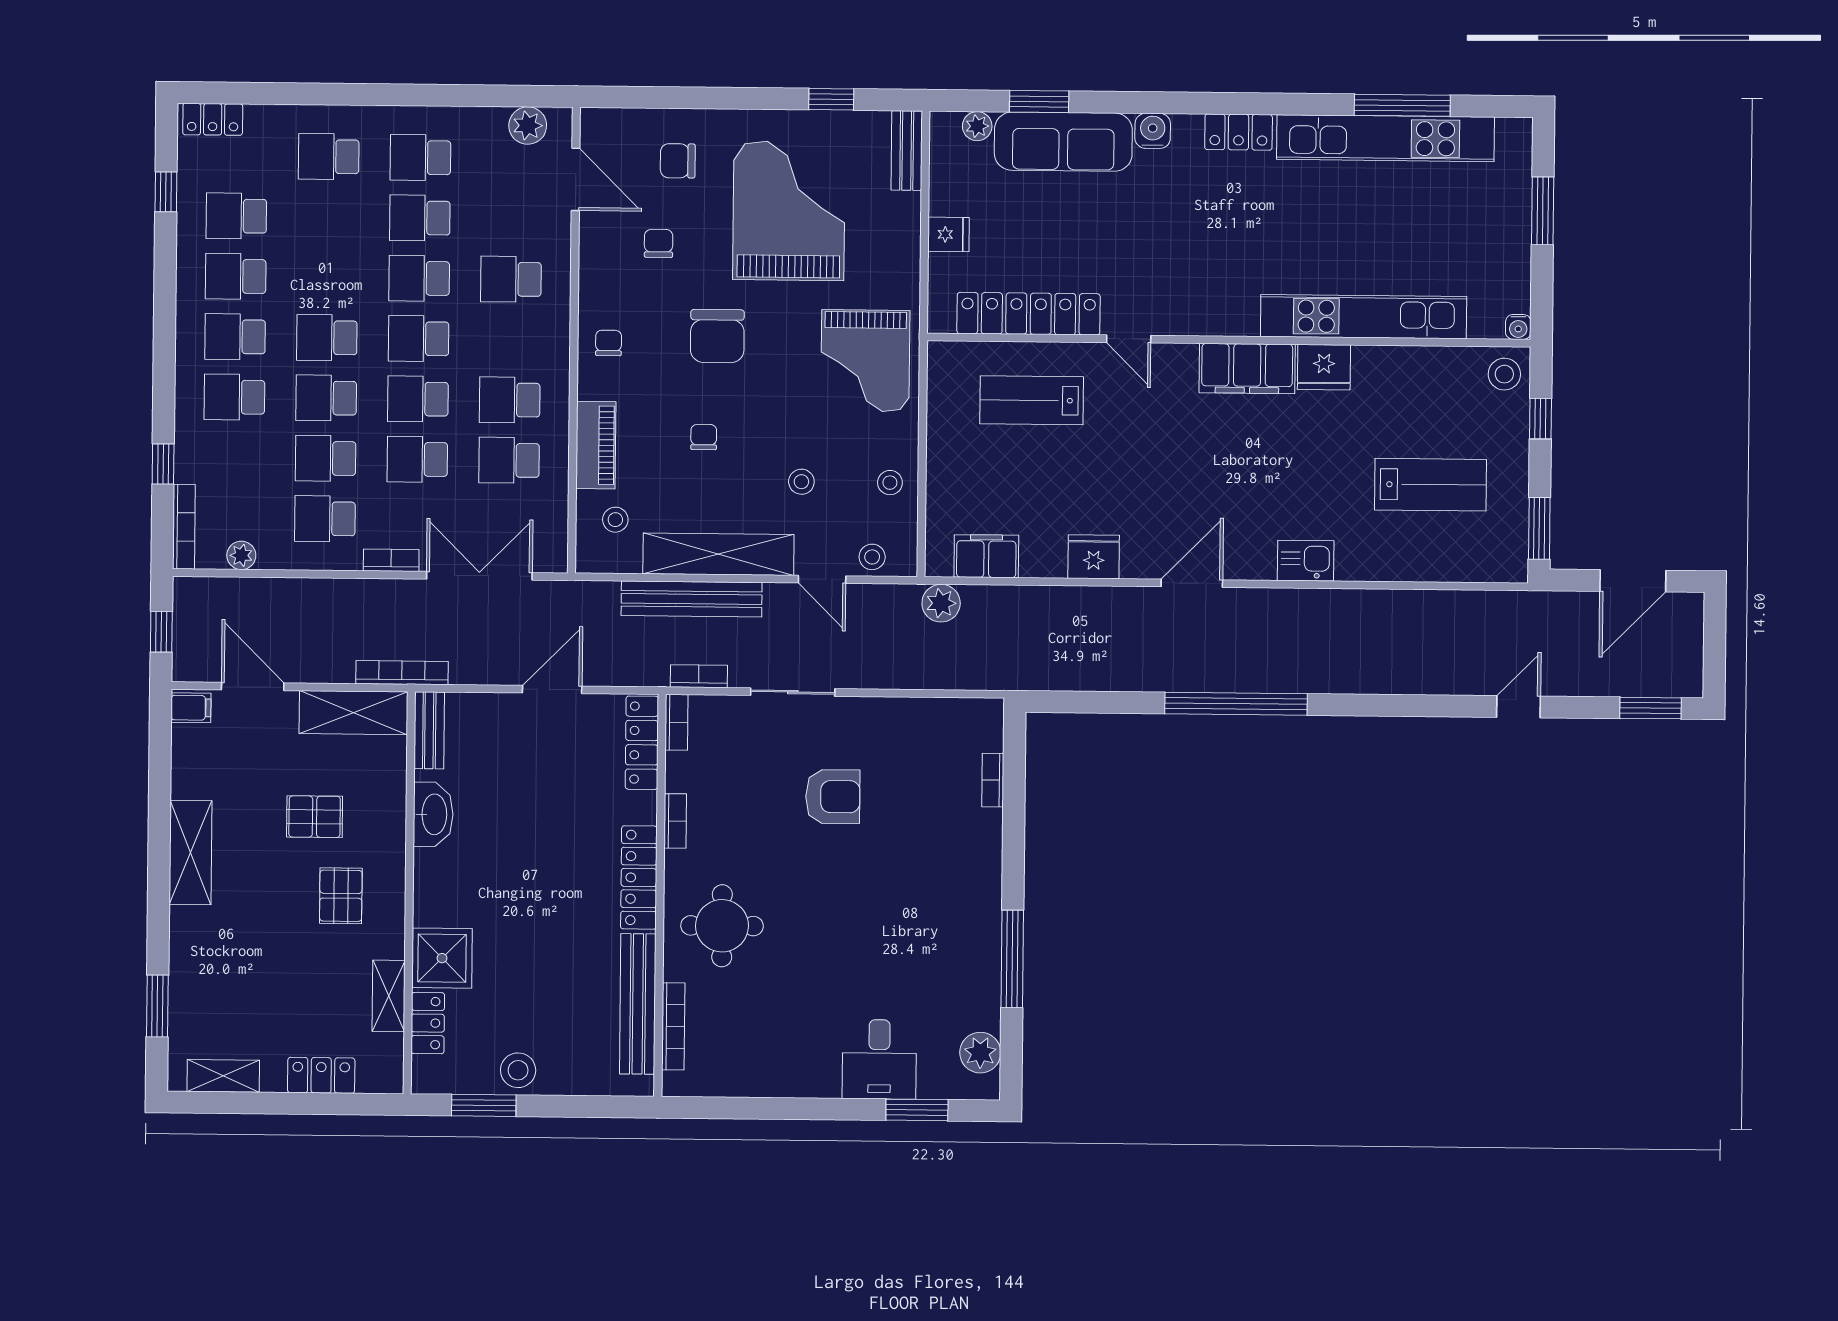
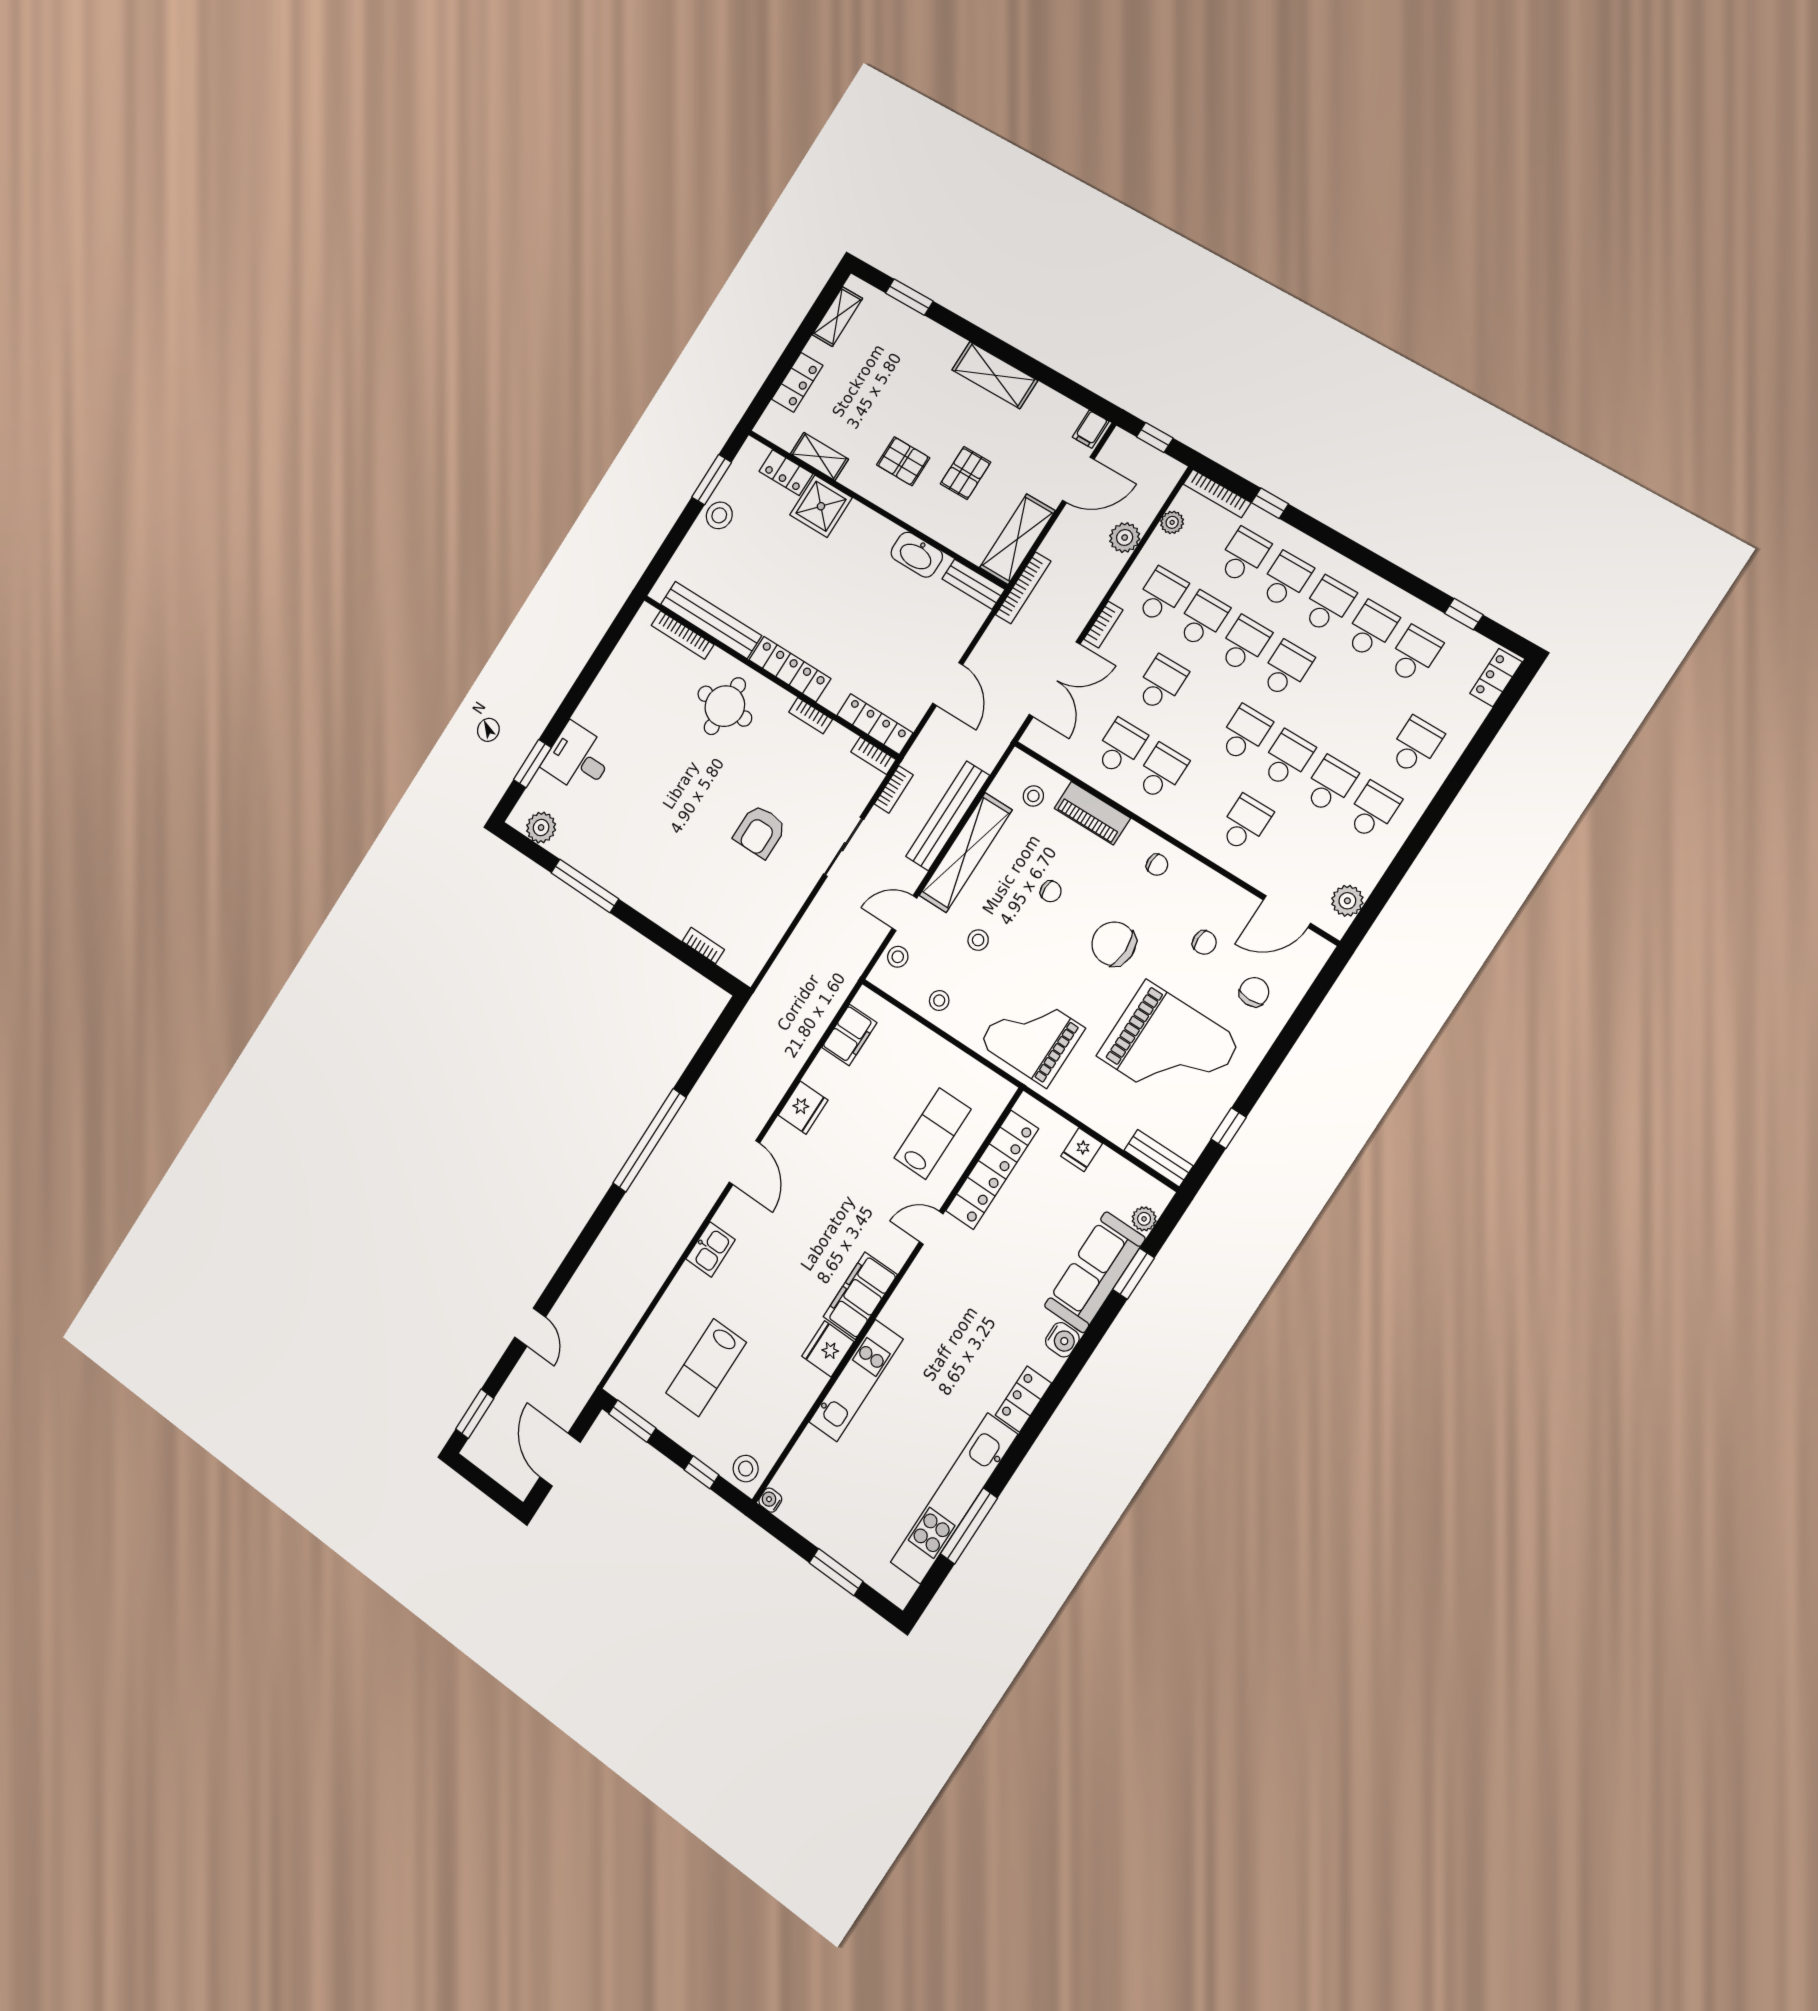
kitchen unit: (1364, 317) -> (856, 1381), width x0.73
school desk: (418, 399) -> (1243, 556), moved
plant: (941, 603) -> (1125, 538), moved

